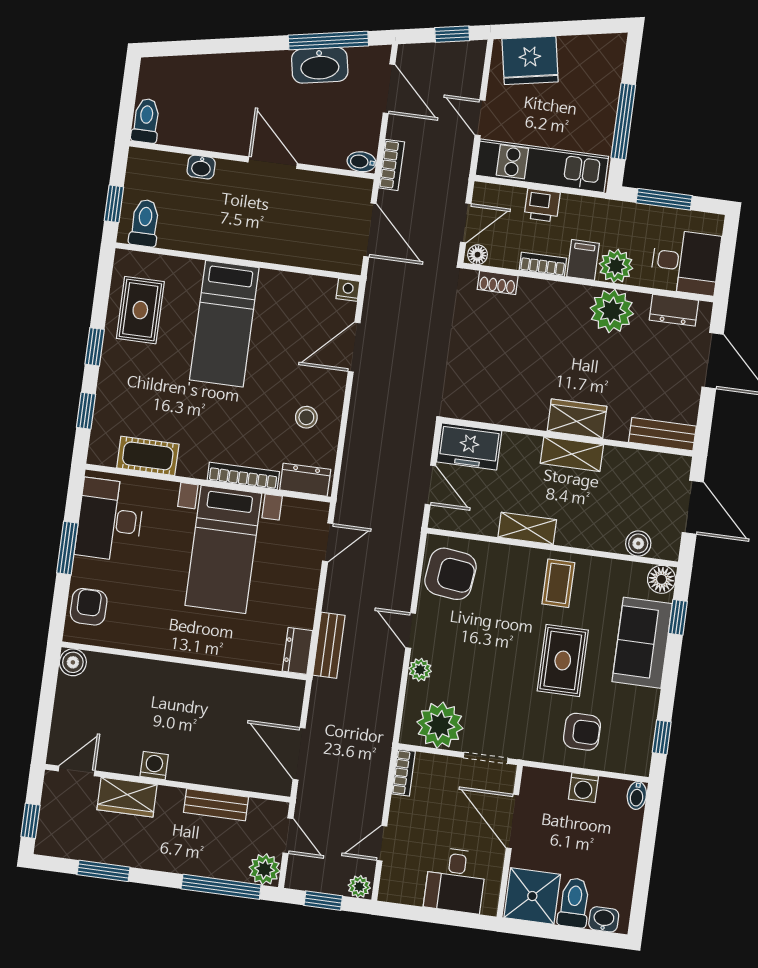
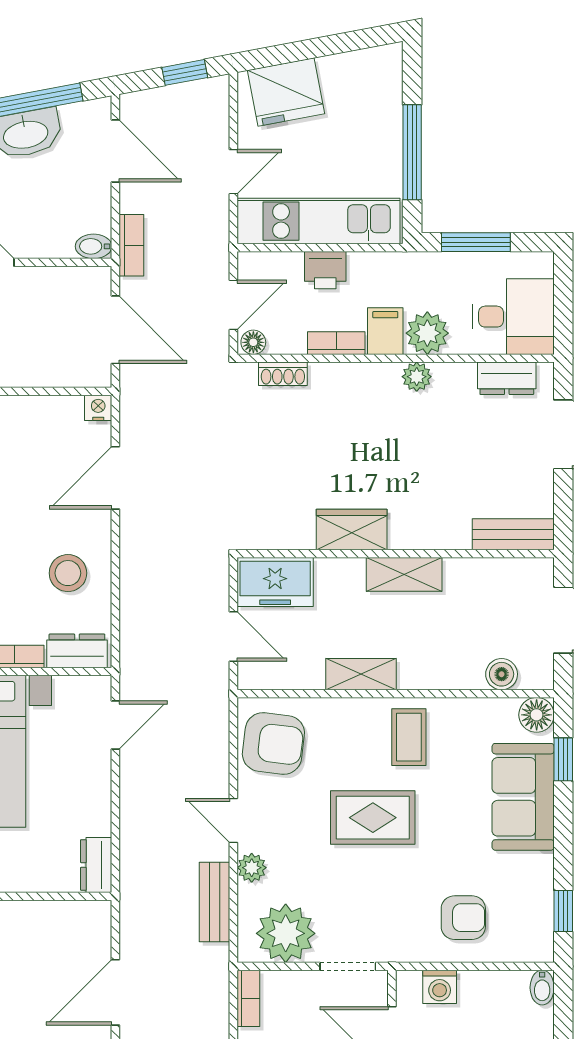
door: (480, 118) -> (233, 172), swing flipped
plant: (612, 311) -> (417, 377), width x0.53, depth x0.53
stool: (306, 417) -> (68, 573), width x1.37, depth x1.37
wardrobe: (577, 419) -> (352, 530), moved
bench: (329, 645) -> (214, 902), moved
rug: (563, 661) -> (373, 818), moved, turned 90
door: (299, 754) -> (115, 992), hinge flipped
washing machine: (583, 788) -> (440, 987), moved

